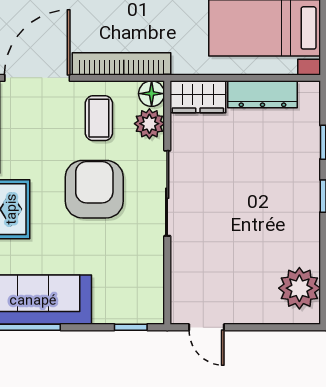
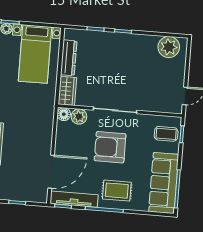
bookcase: (121, 64) -> (47, 128), removed
door: (37, 78) -> (51, 172), swing flipped
coffee table: (99, 118) -> (166, 134), moved

